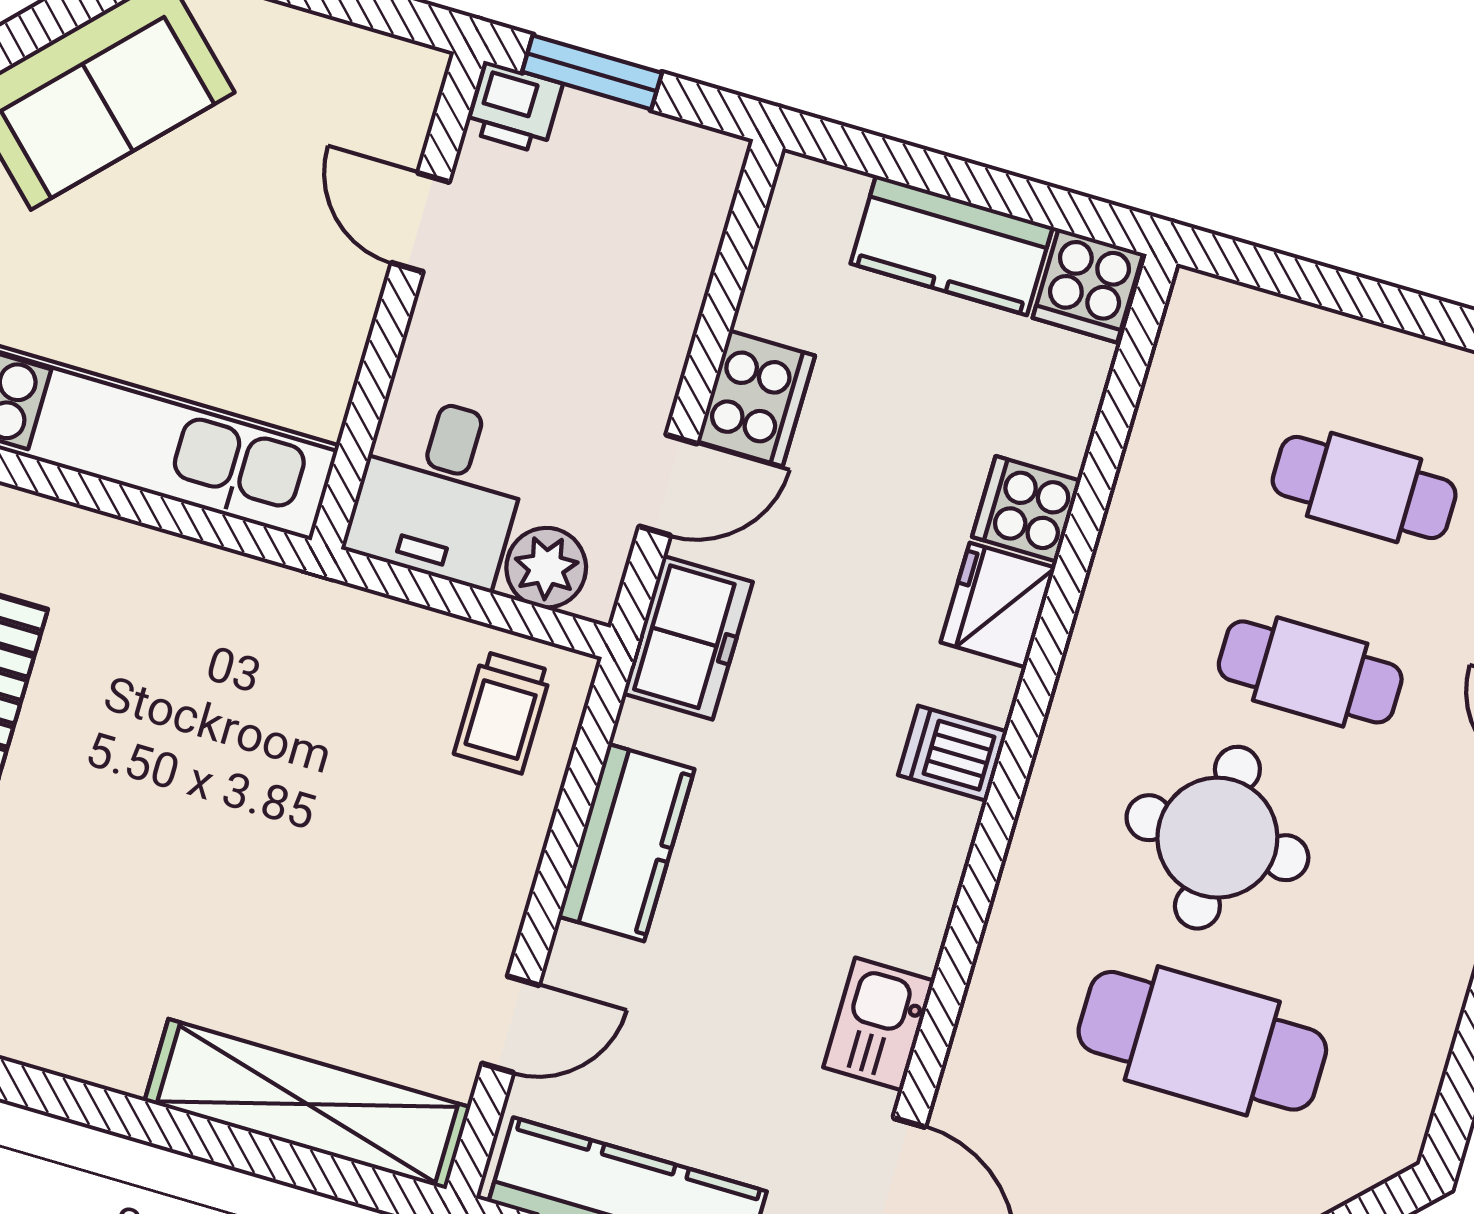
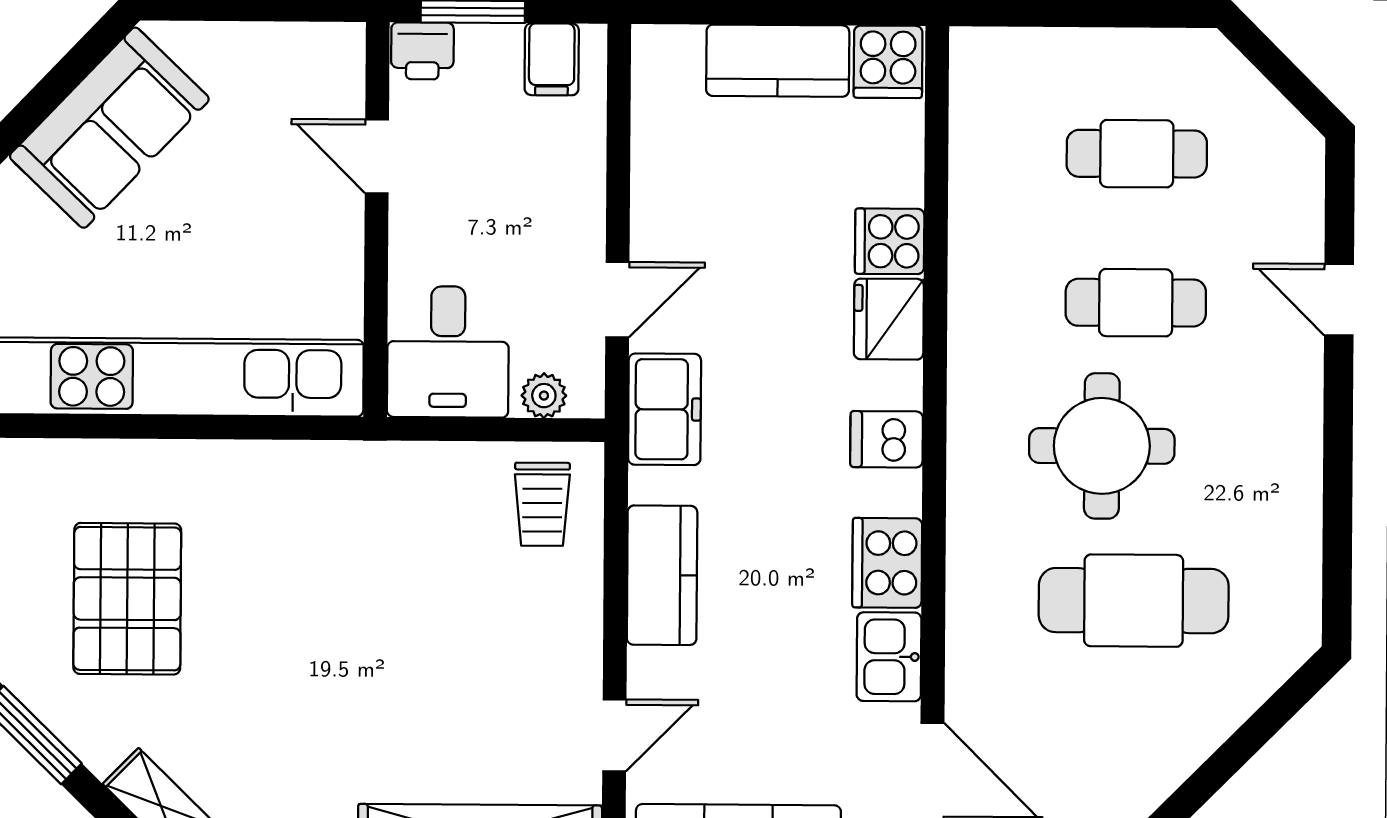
filing cabinet: (672, 164) -> (552, 59), added
cooker: (756, 398) -> (887, 563), moved, turned 180
plant: (546, 568) -> (544, 396), width x0.73, depth x0.73

